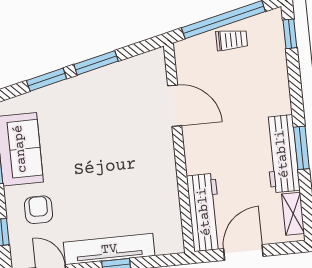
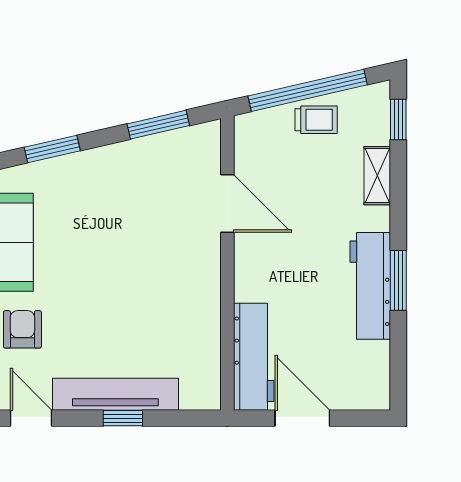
window: (96, 63) -> (158, 125), moved
shelving: (293, 214) -> (377, 176), moved
door: (243, 252) -> (302, 418), hinge flipped

